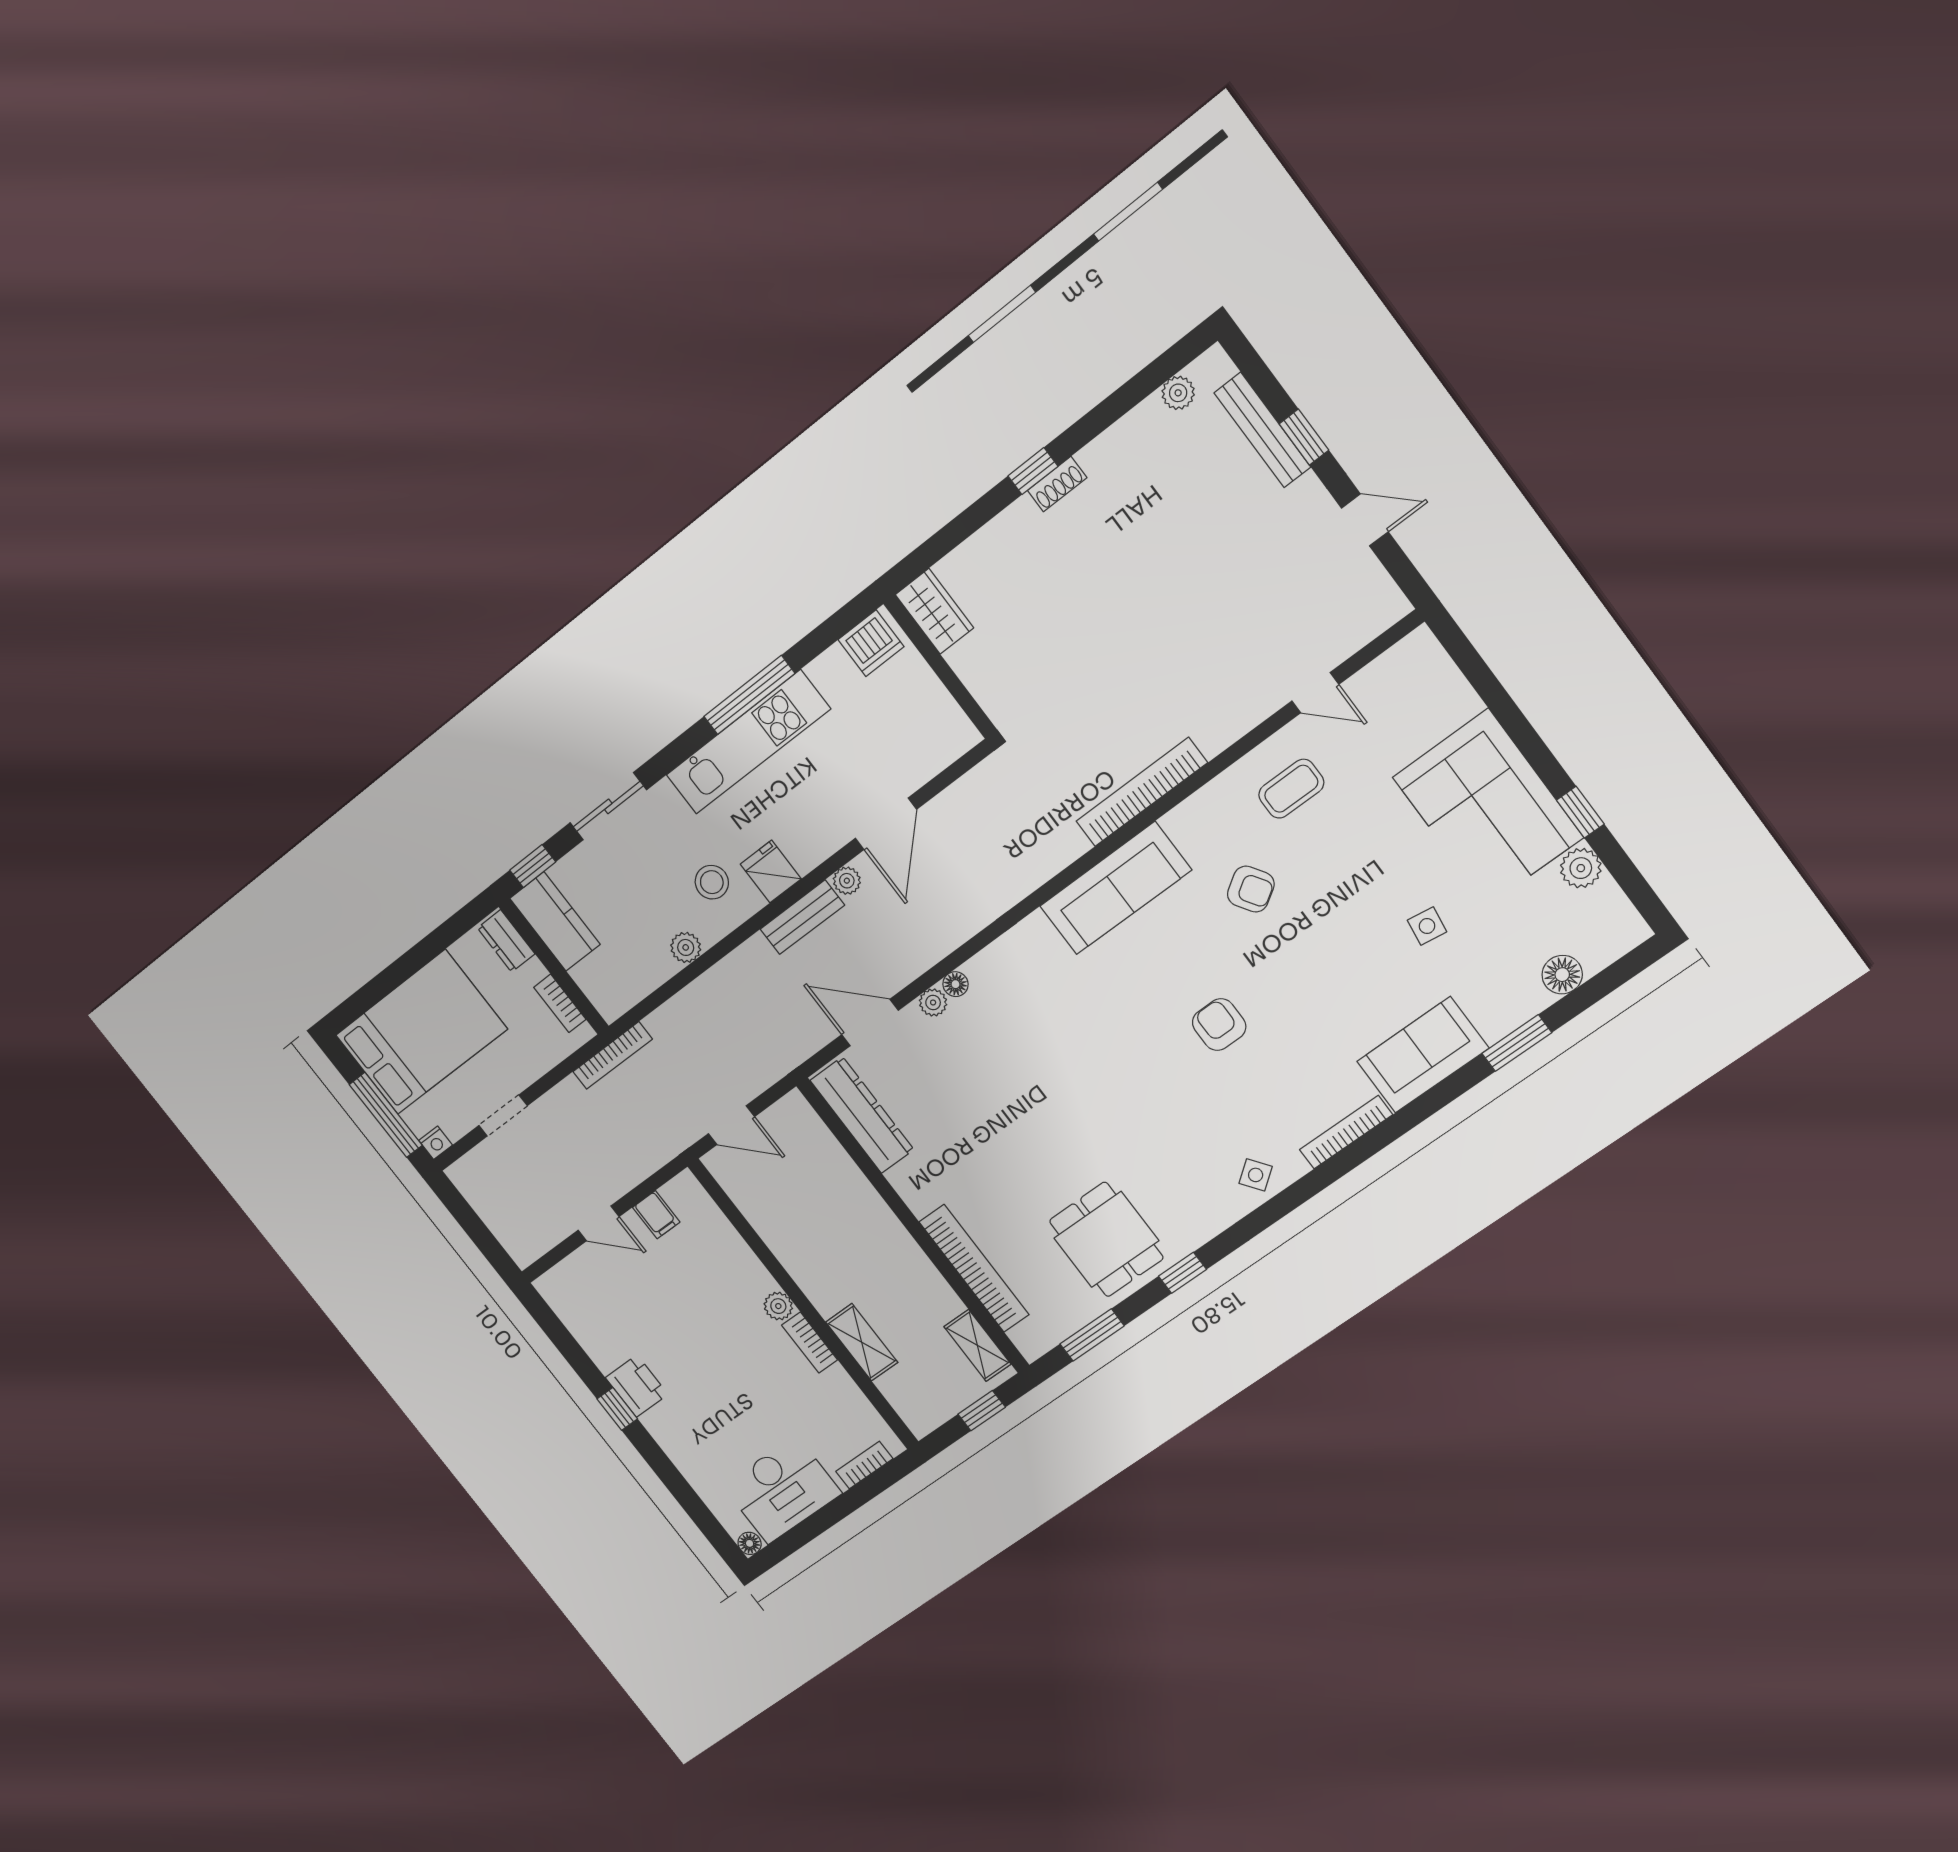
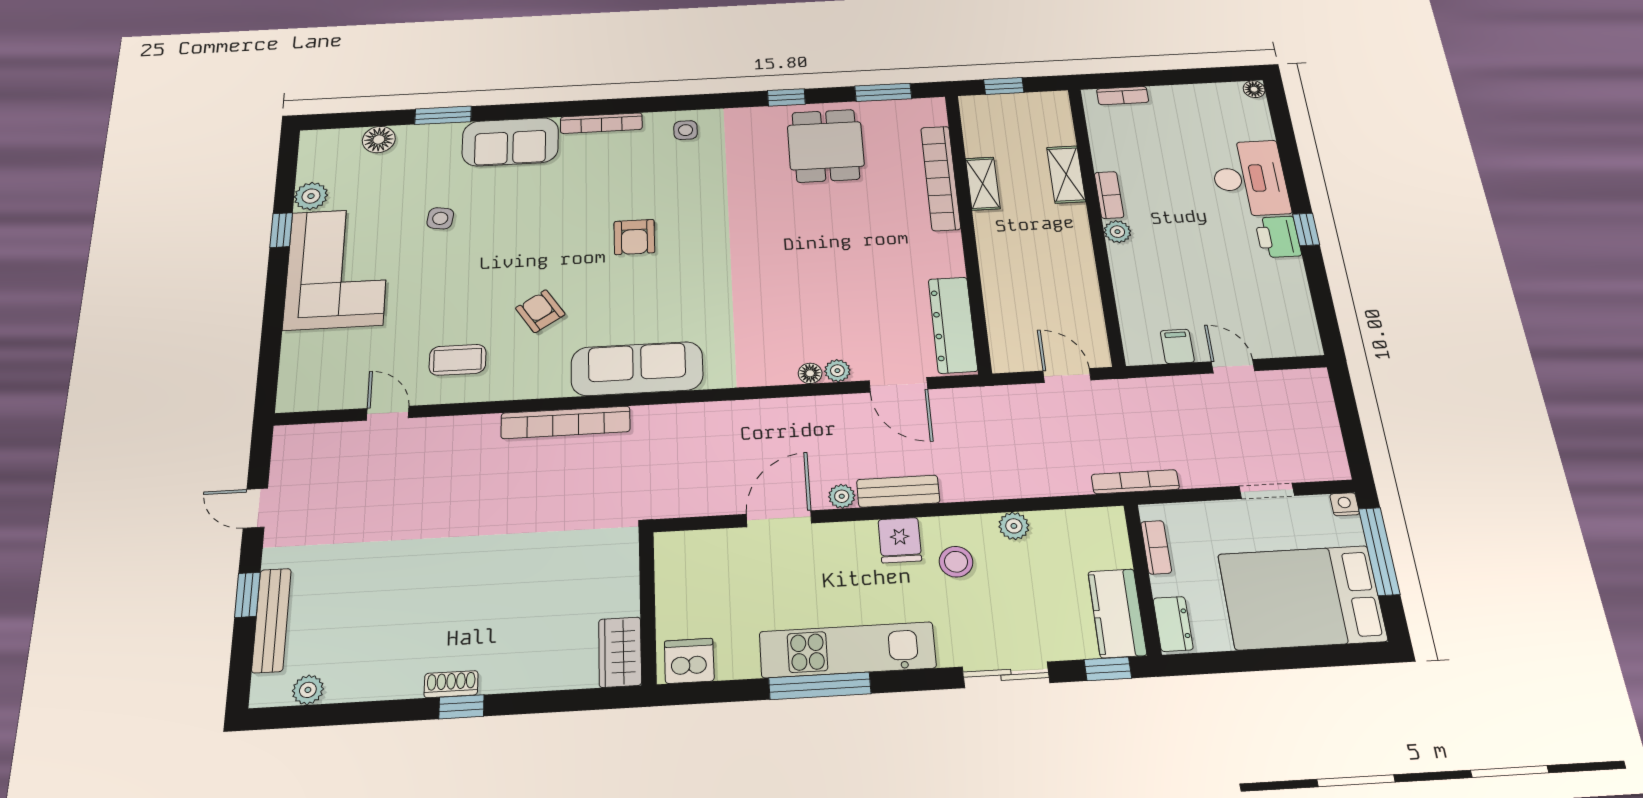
side table: (1256, 1175) -> (686, 130), turned 37
shelving: (977, 1345) -> (983, 184), moved
desk: (782, 1490) -> (1250, 178), moved, turned 90

